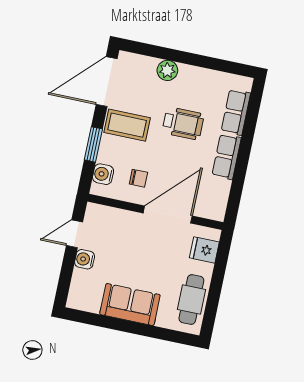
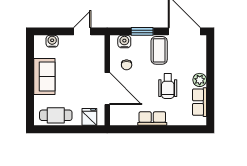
plant: (167, 70) -> (200, 80), moved
row of seats: (236, 112) -> (199, 102), moved, turned -90
door: (75, 234) -> (82, 31), hinge flipped
water cooler: (85, 259) -> (52, 41), moved

